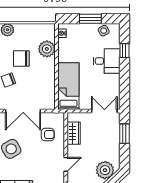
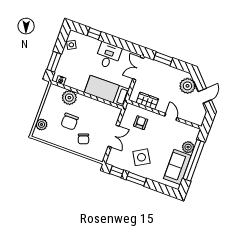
window: (90, 19) -> (54, 62), moved
desk: (107, 61) -> (108, 56), moved
double door: (23, 111) -> (114, 136), width x0.73

